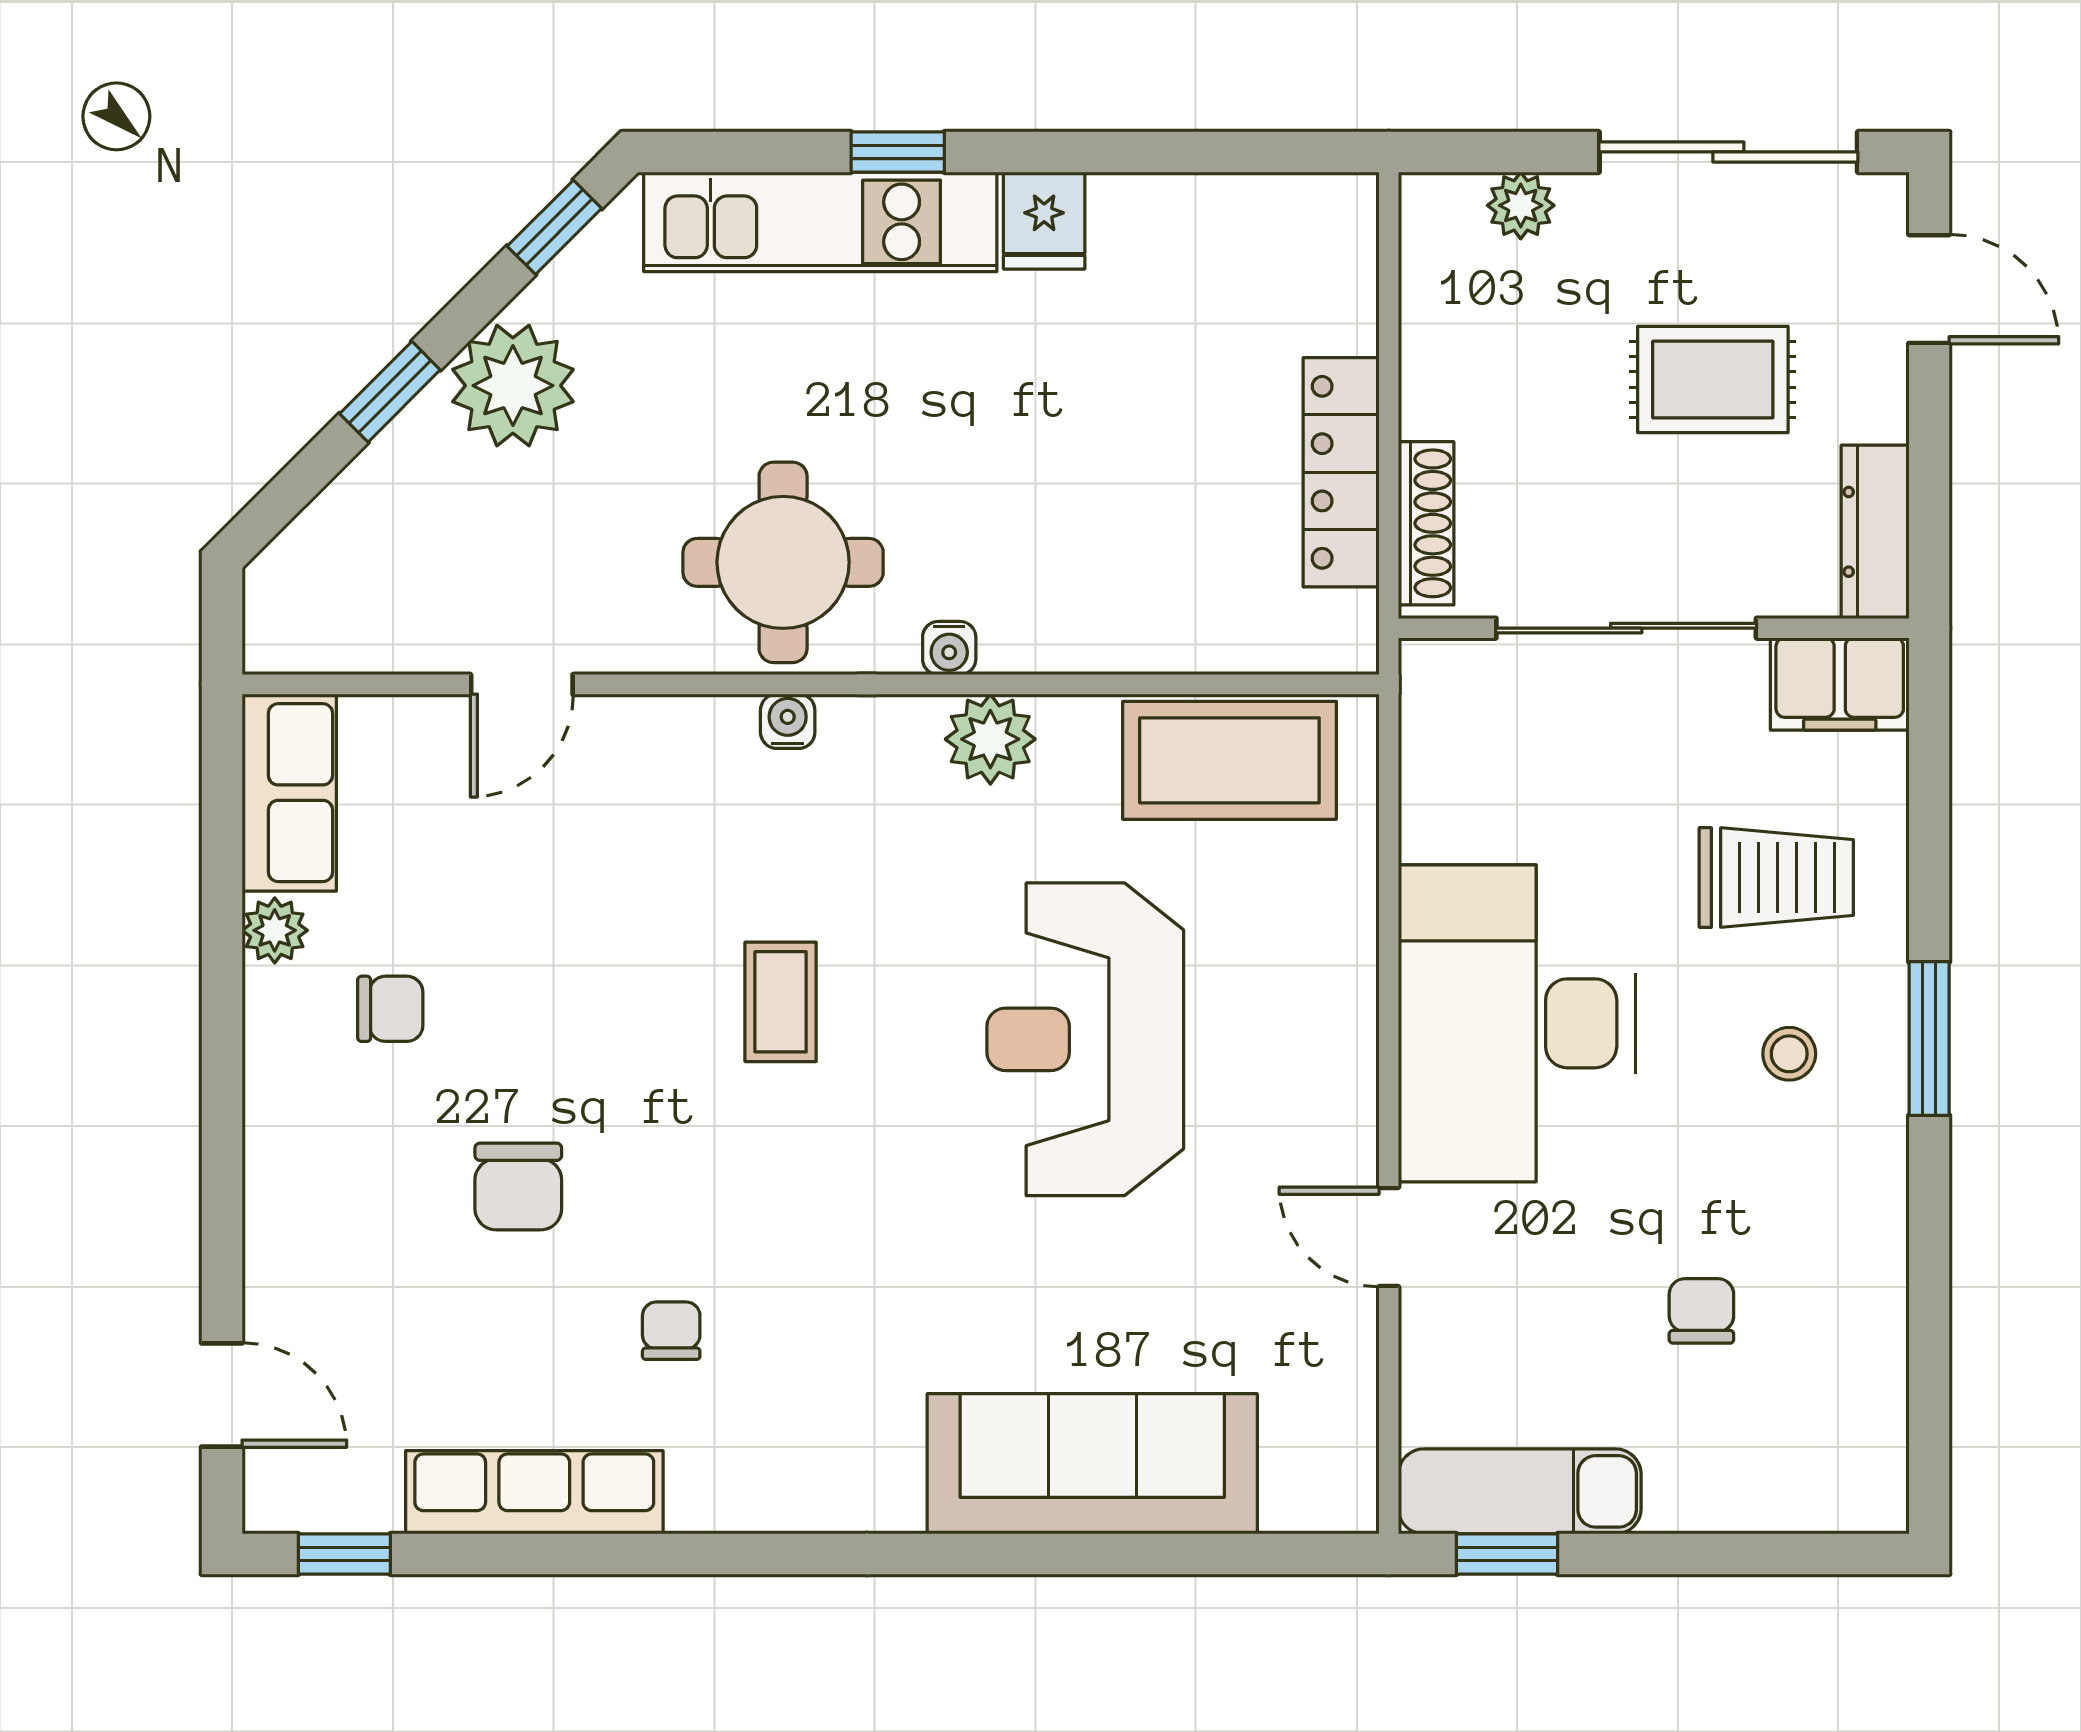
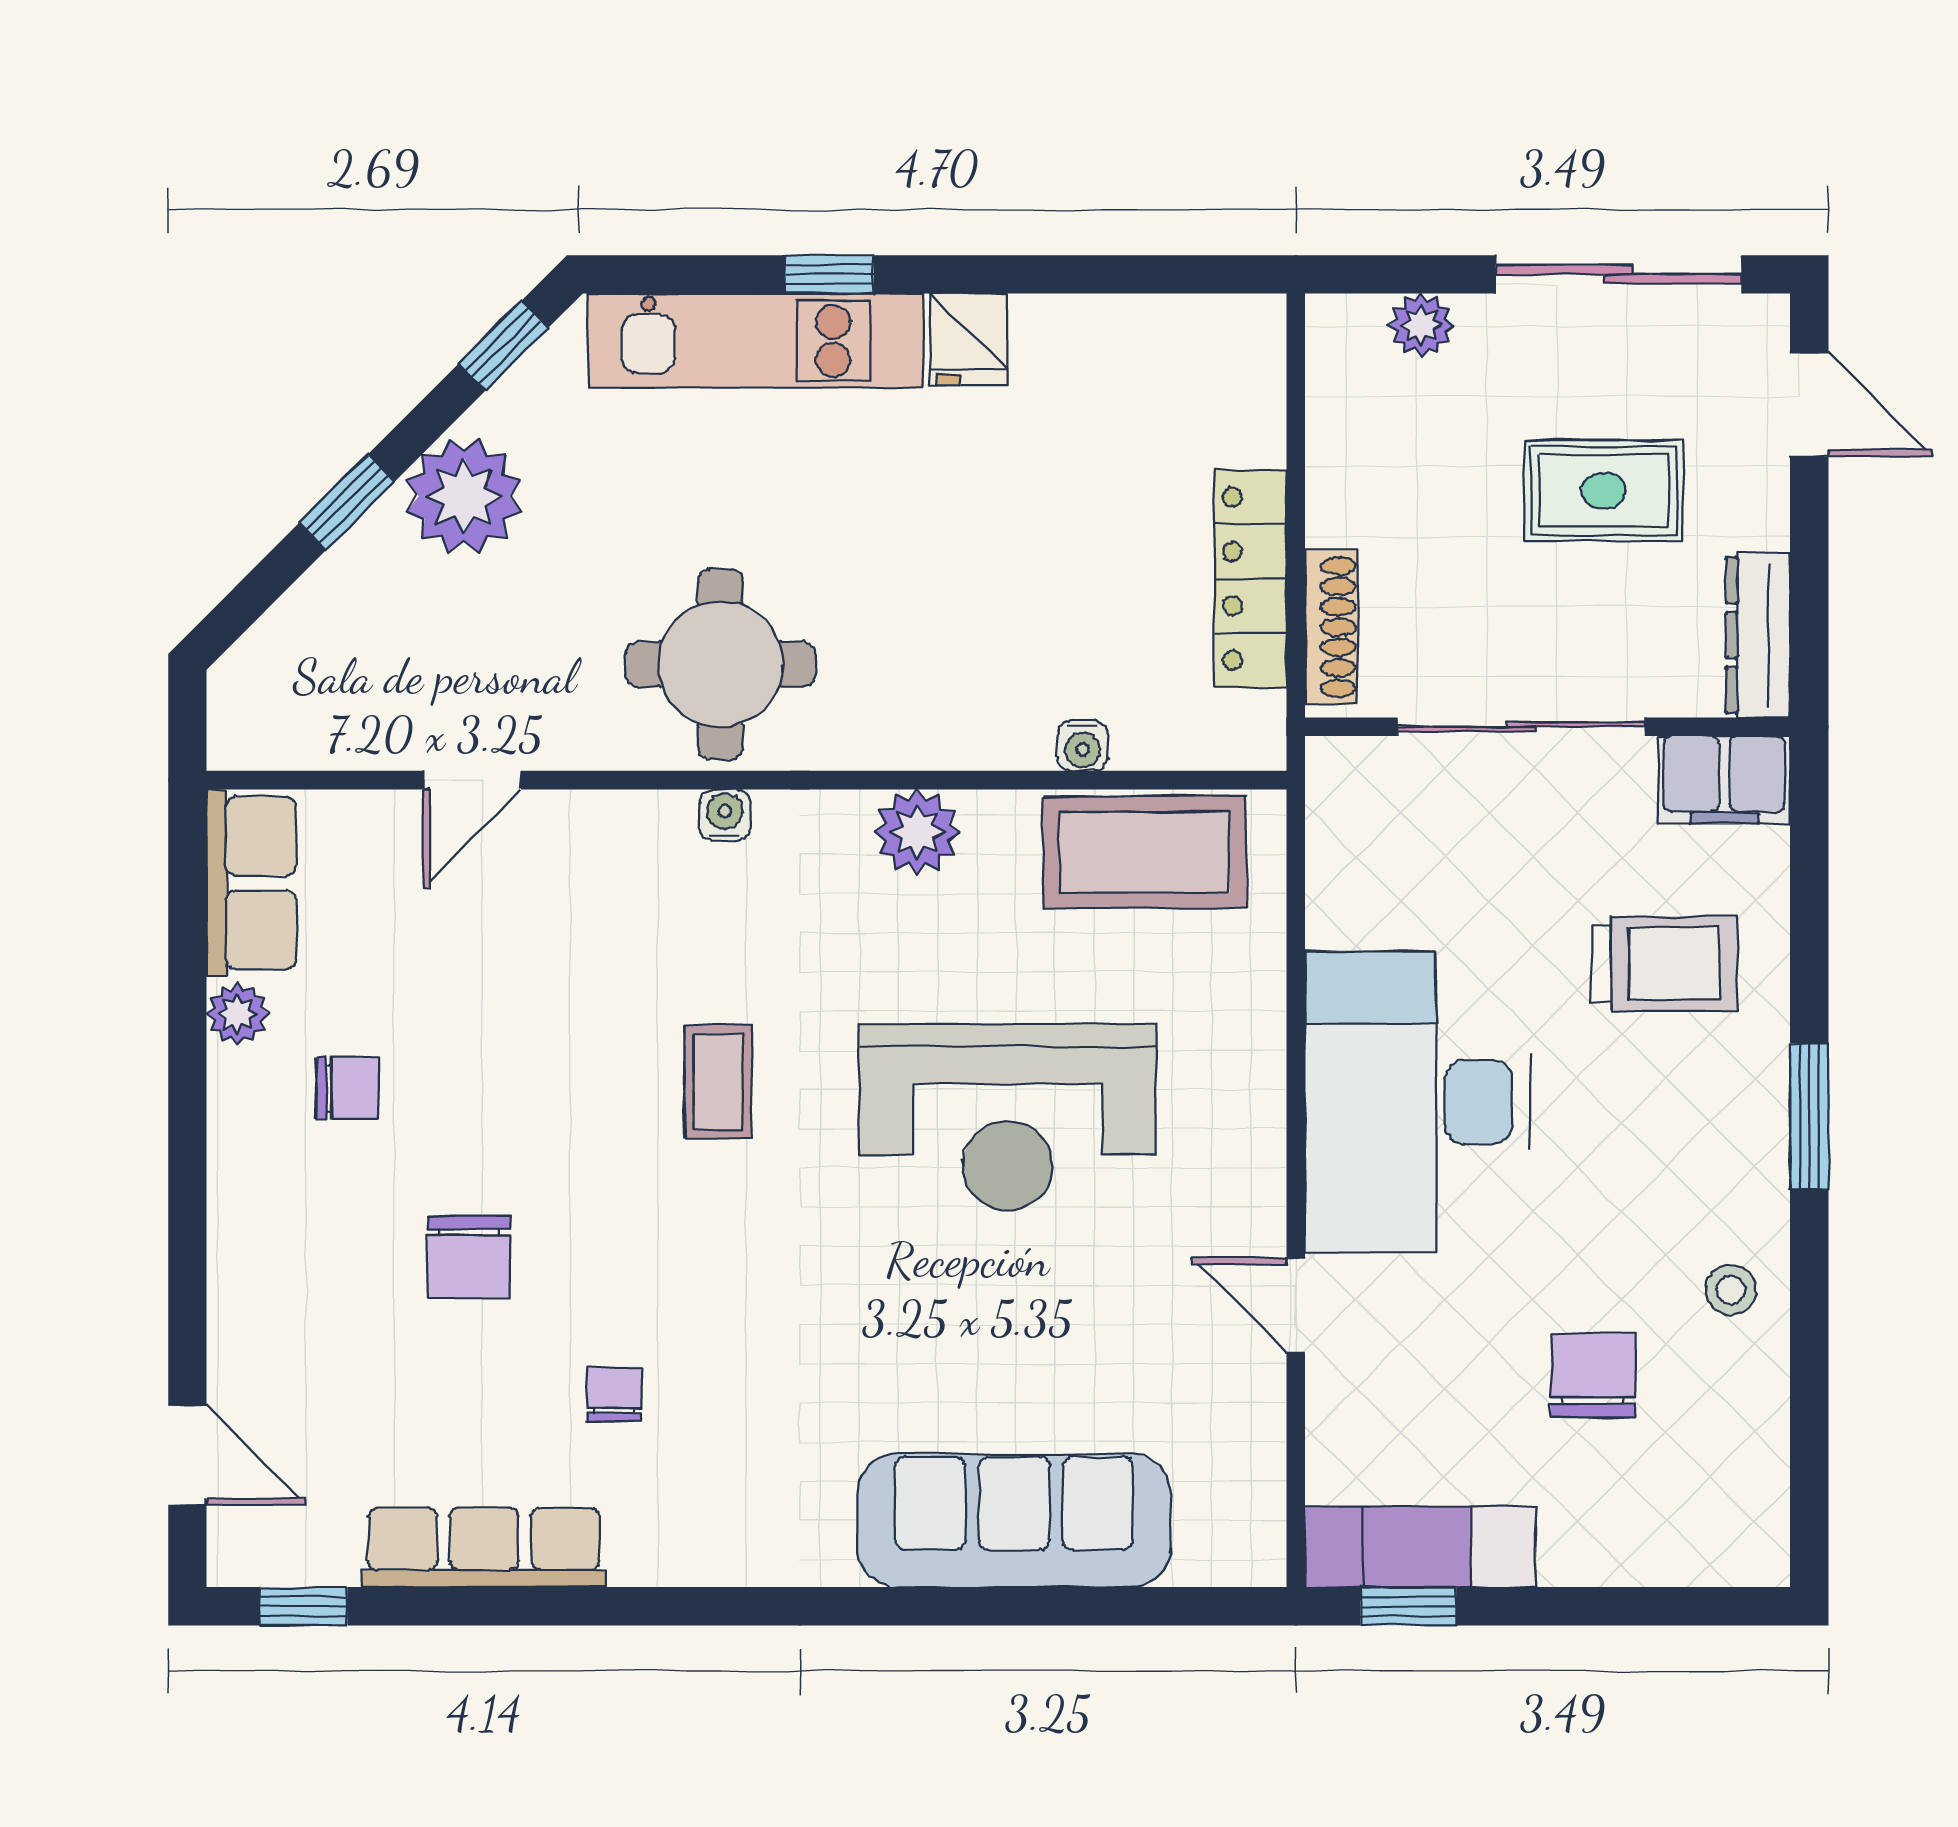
water cooler: (949, 648) -> (1083, 746), moved
reception desk: (1085, 1039) -> (1008, 1117), turned -90
stool: (1789, 1054) -> (1731, 1290), moved
chair: (1701, 1311) -> (1593, 1375), width x1.37, depth x1.37

